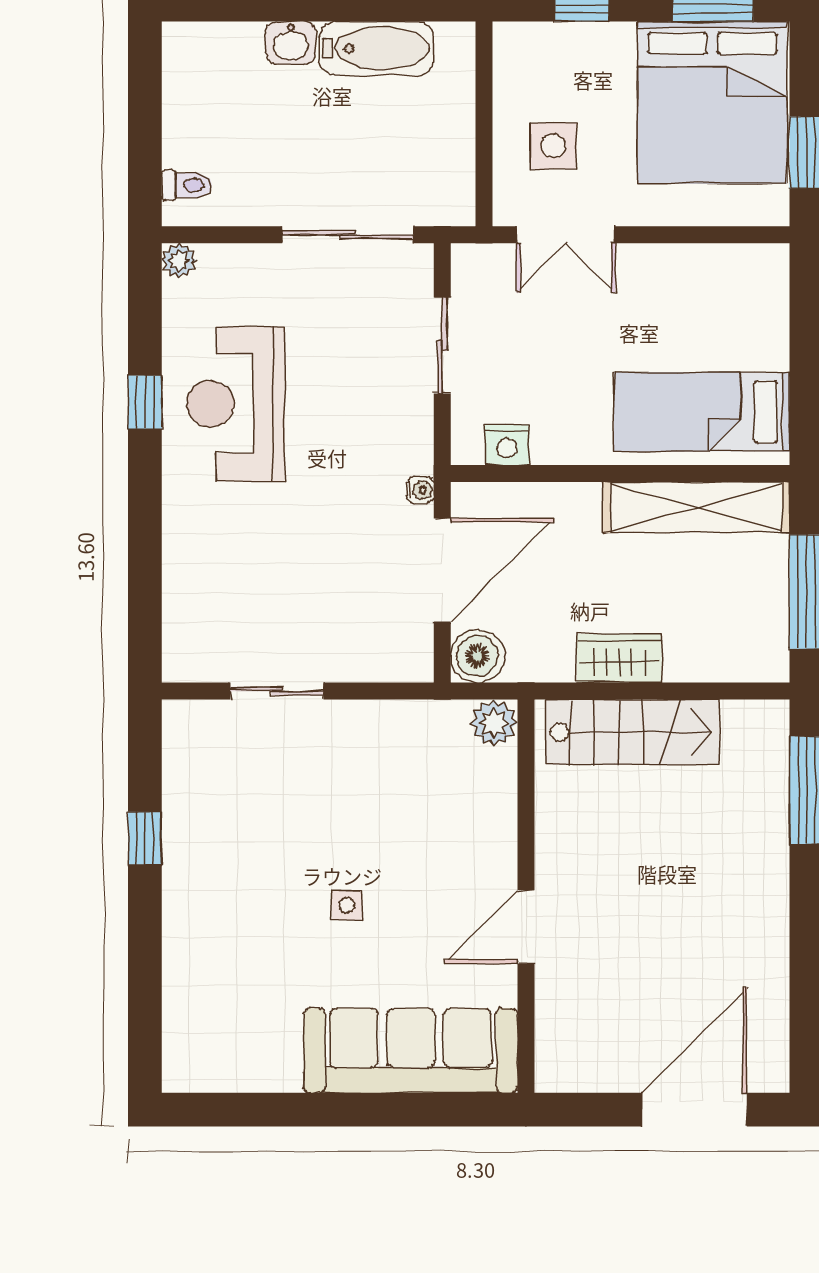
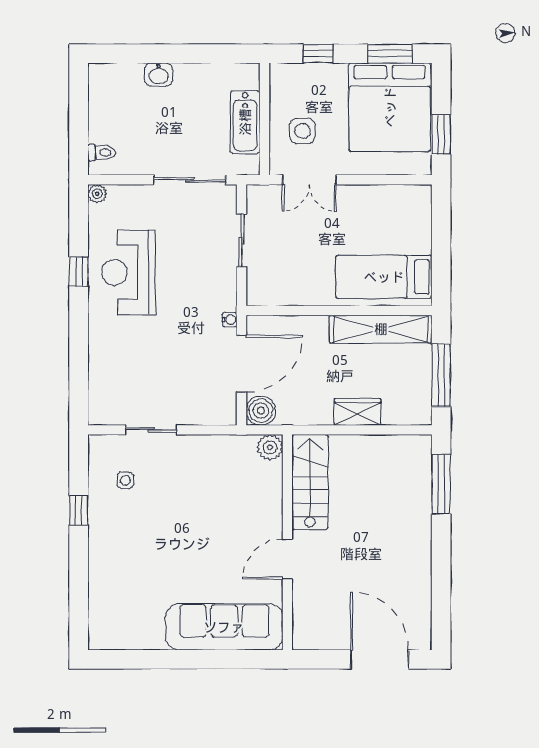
bathtub: (377, 48) -> (245, 122), moved, turned 90
nightstand: (507, 445) -> (277, 295), removed
wardrobe: (619, 658) -> (357, 412), moved
stairs: (632, 732) -> (310, 482), moved, turned -90
side table: (347, 905) -> (125, 480), moved
door: (694, 1110) -> (380, 659), hinge flipped

